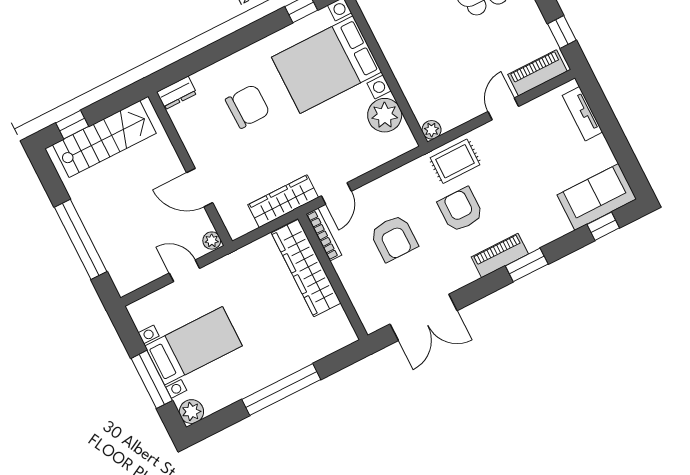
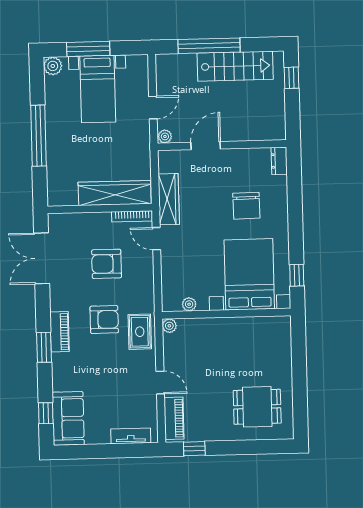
plant: (385, 115) -> (189, 304), width x0.53, depth x0.53
stairs: (104, 139) -> (235, 66), moved, turned -90

